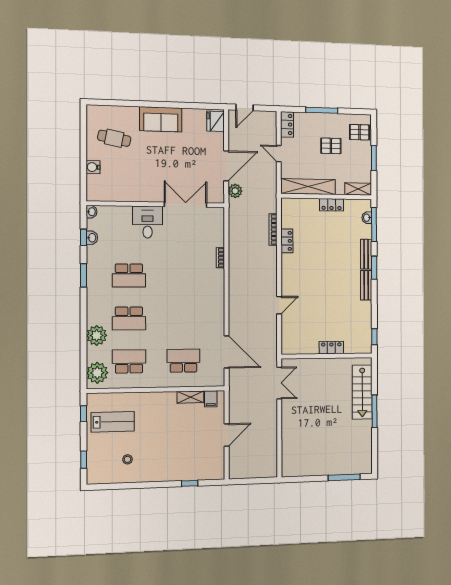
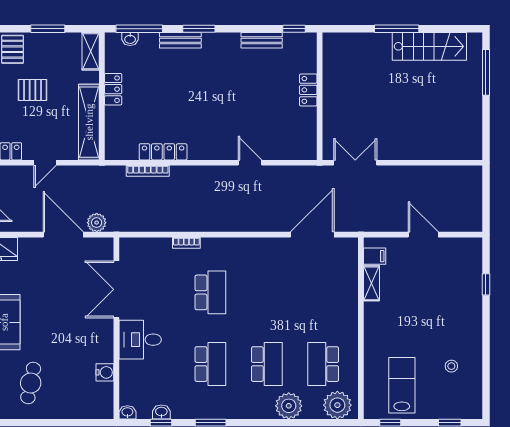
pallet: (331, 146) -> (33, 90), turned 90
water cooler: (93, 167) -> (105, 372), moved, turned -90
locker: (287, 241) -> (163, 152), width x1.53
bench: (366, 285) -> (262, 40), moved
school desk: (183, 361) -> (210, 292), moved, turned 180
stairs: (362, 392) -> (429, 46), moved

